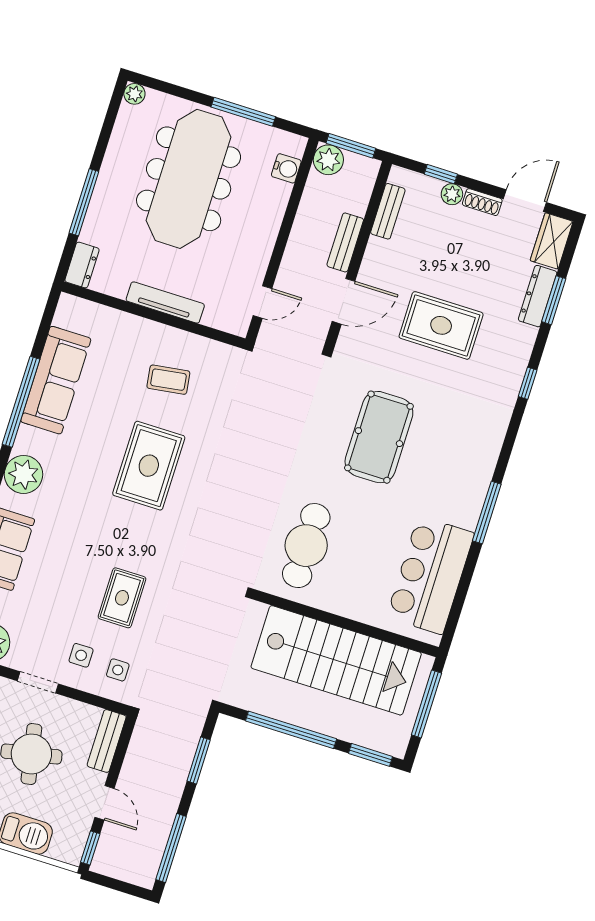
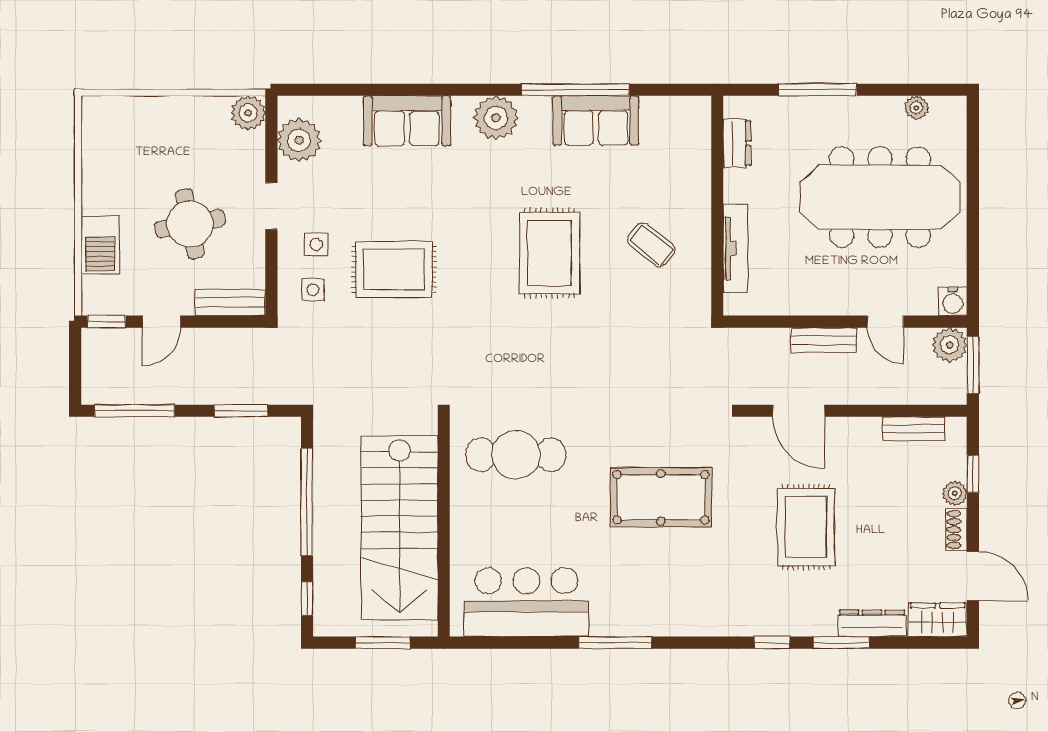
plant: (134, 94) -> (916, 108), moved
window: (243, 112) -> (973, 234), removed
water cooler: (286, 168) -> (953, 301), moved
bench: (345, 242) -> (824, 340), moved
dresser: (82, 265) -> (737, 143), moved, turned -90
window: (554, 300) -> (841, 643), moved
tv unit: (165, 302) -> (735, 248), moved
door: (262, 302) -> (885, 322), moved
sofa: (56, 380) -> (596, 120), width x0.73
coffee table: (168, 380) -> (651, 245), turned -43
rug: (149, 466) -> (549, 253), turned 90
rug: (122, 598) -> (394, 269), width x1.36, depth x1.43
window: (426, 704) -> (383, 643), width x0.69
window: (370, 755) -> (307, 599), width x0.67

